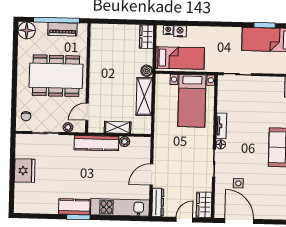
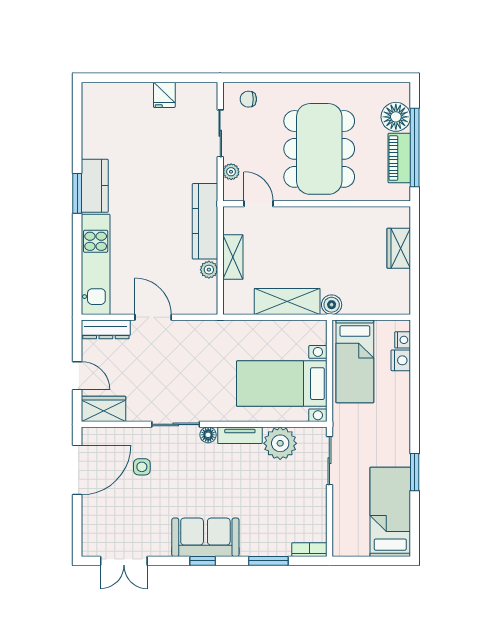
window: (265, 25) -> (415, 472), moved
floor lamp: (27, 30) -> (396, 117), moved
wardrobe: (147, 37) -> (399, 248), moved, turned -90
plant: (227, 103) -> (280, 443), added
fridge: (25, 171) -> (164, 95), width x0.53, depth x0.75

